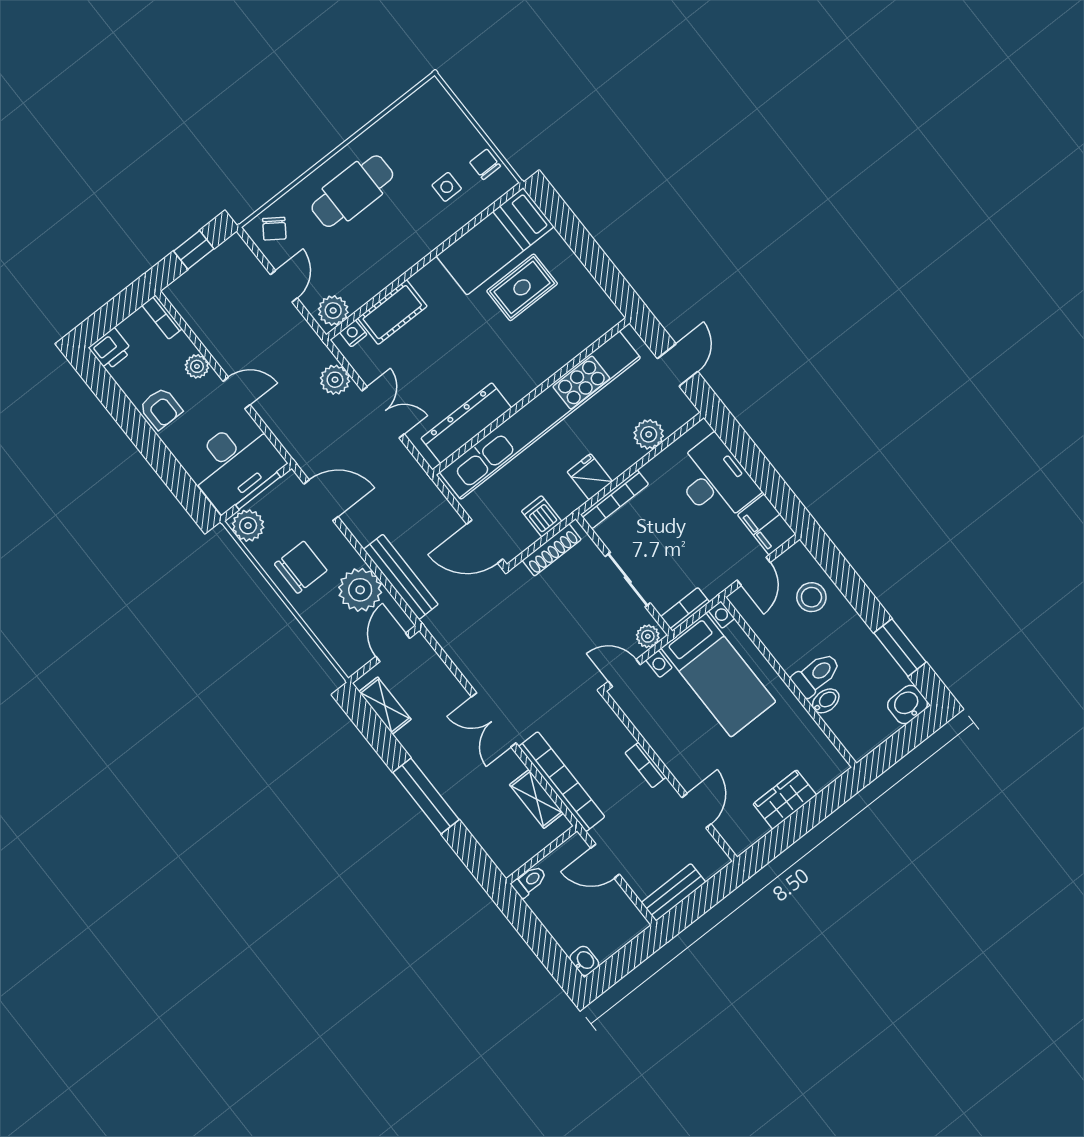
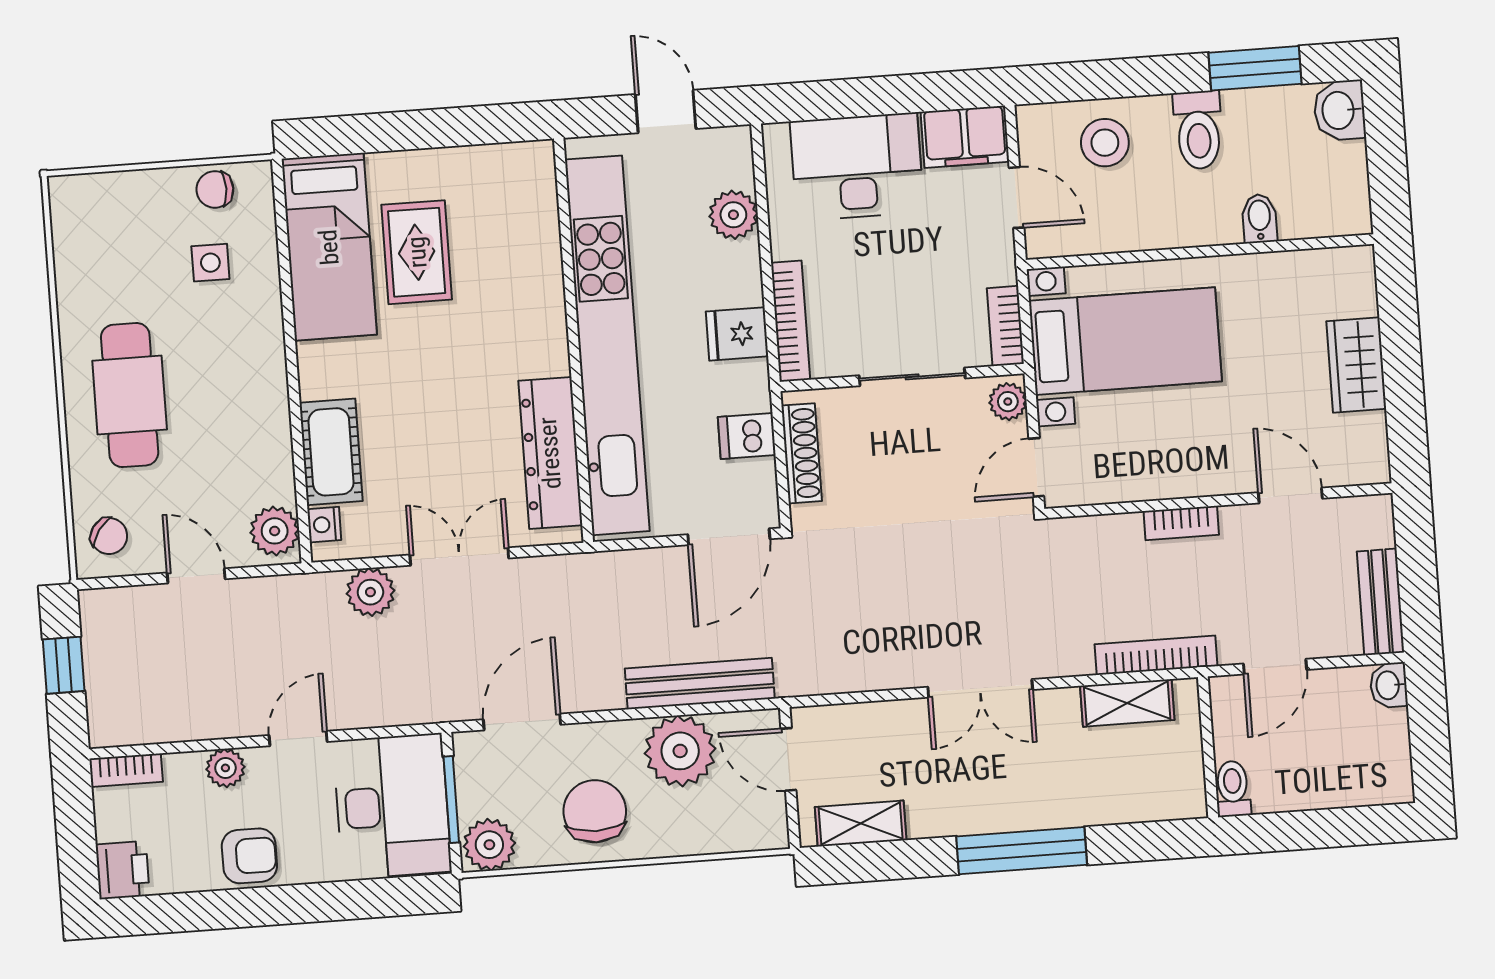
toilet: (816, 675) -> (1198, 130), moved, turned 180
bookcase: (562, 782) -> (1156, 655), width x0.68, depth x0.76
washbasin: (584, 961) -> (1389, 685), moved, turned -90

